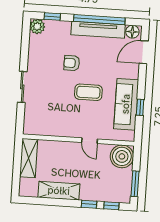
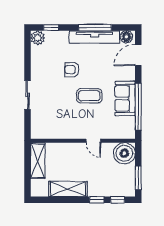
window: (99, 20) -> (95, 28), width x0.68
sofa: (126, 104) -> (125, 98), width x0.73
window: (140, 107) -> (138, 107), width x3.17

